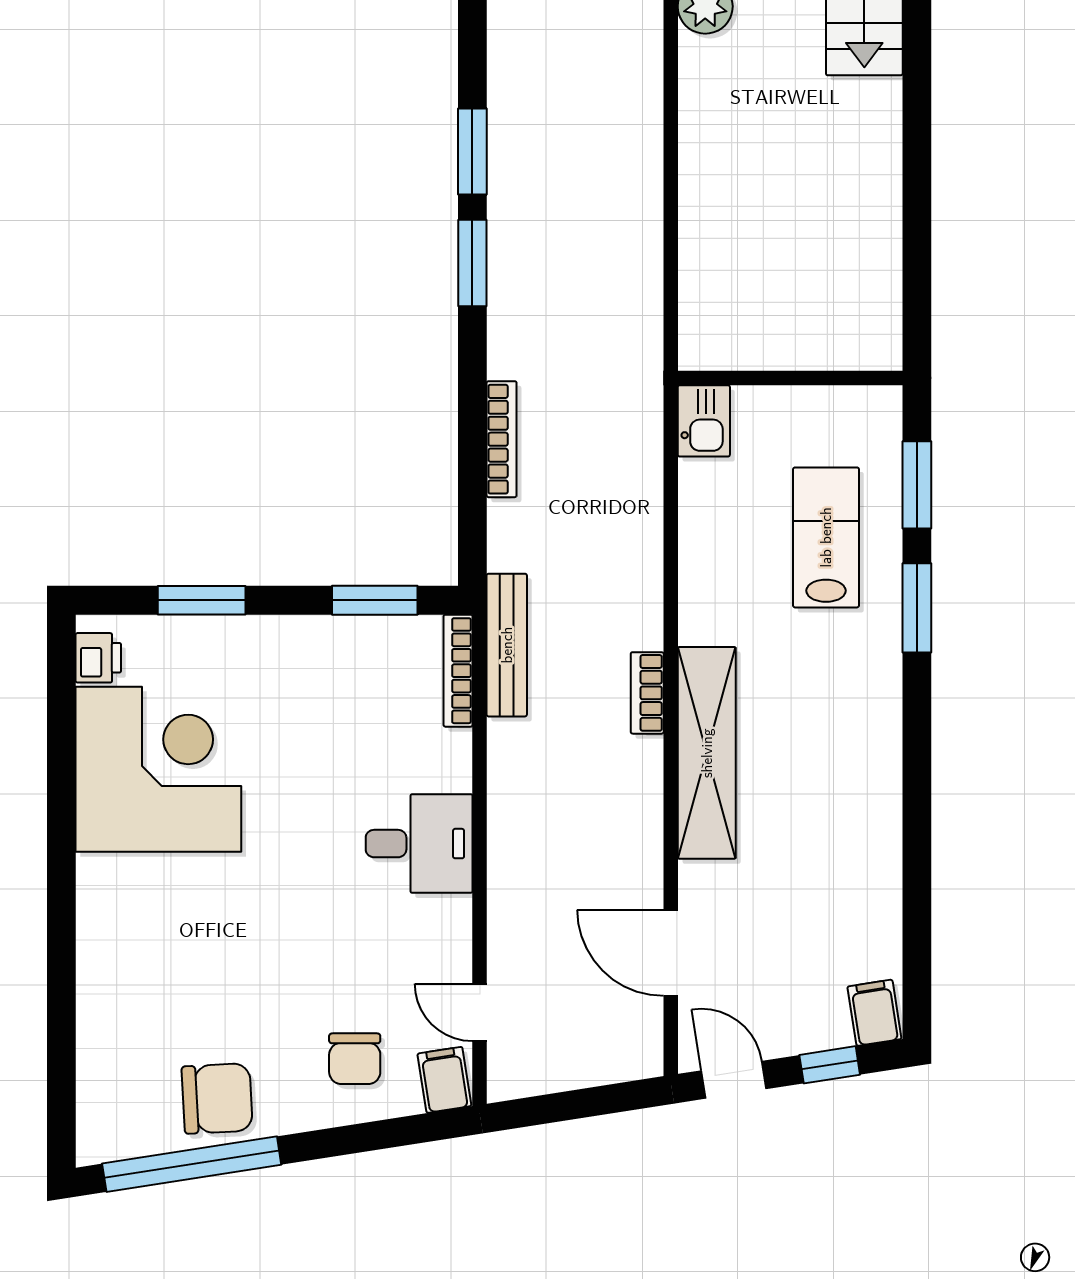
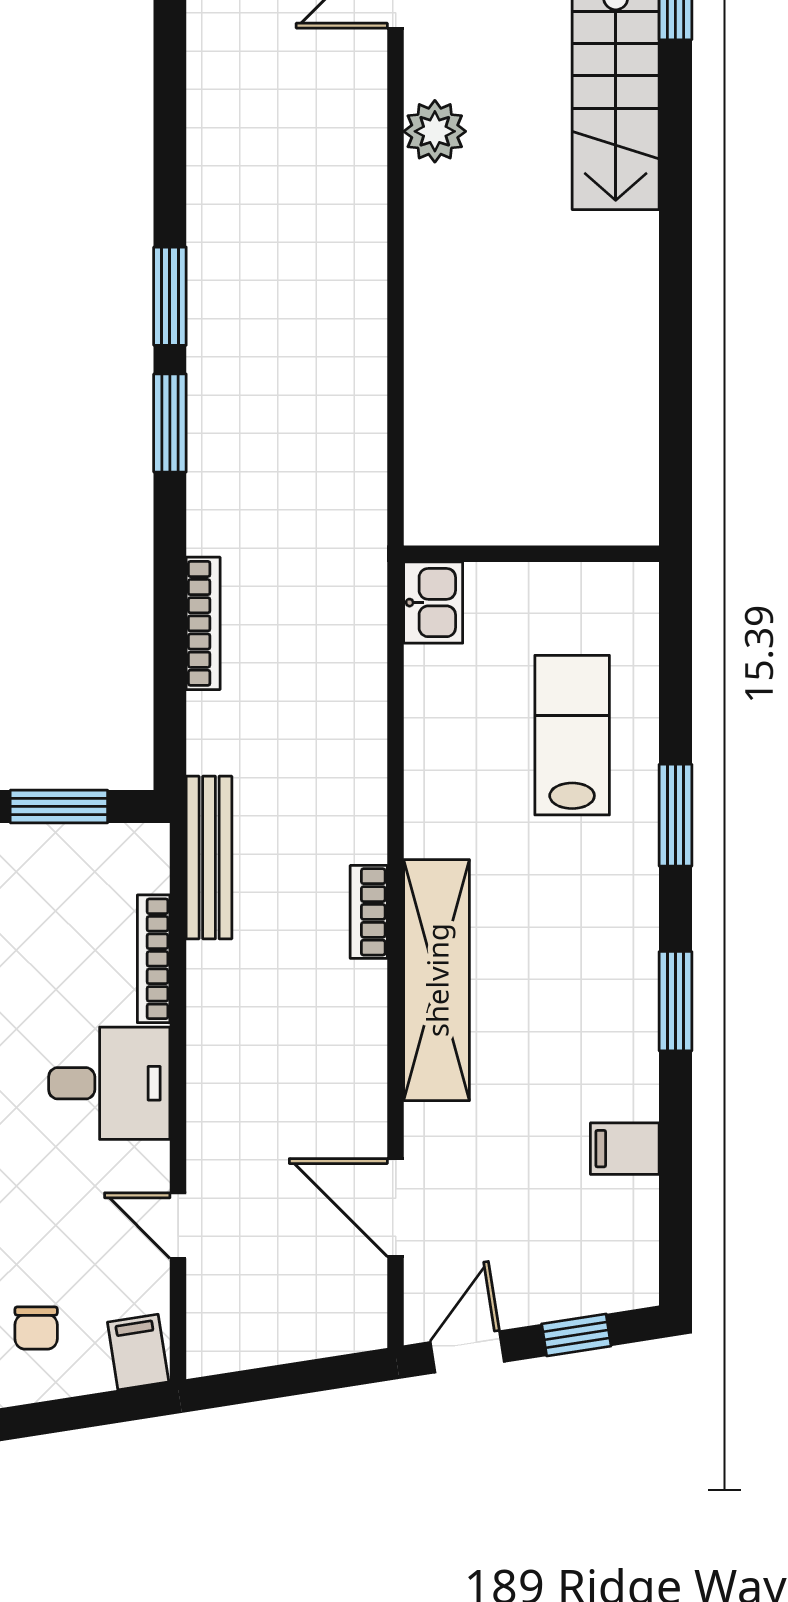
window: (917, 485) -> (675, 1001), moved
bookcase: (458, 671) -> (154, 959), moved
door: (480, 1012) -> (178, 1226), moved
filing cabinet: (874, 1013) -> (625, 1149), moved, turned -81
chair: (355, 1059) -> (36, 1328), width x0.73, depth x0.73
door: (734, 1080) -> (467, 1352), hinge flipped

